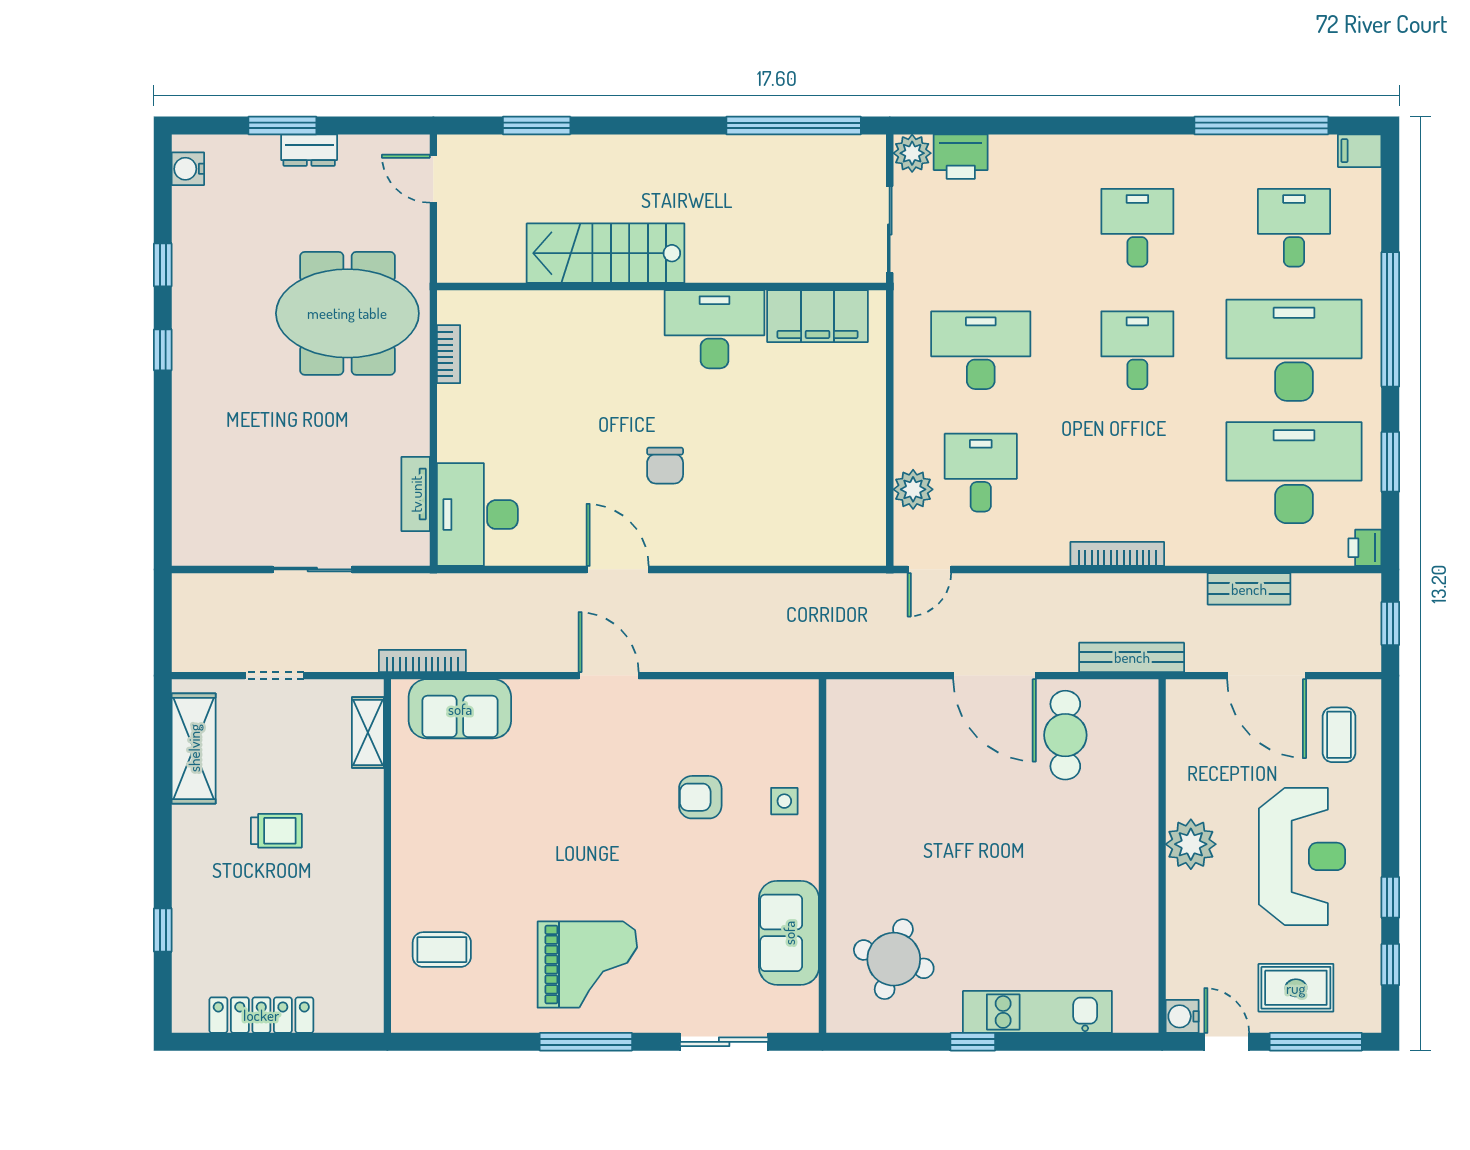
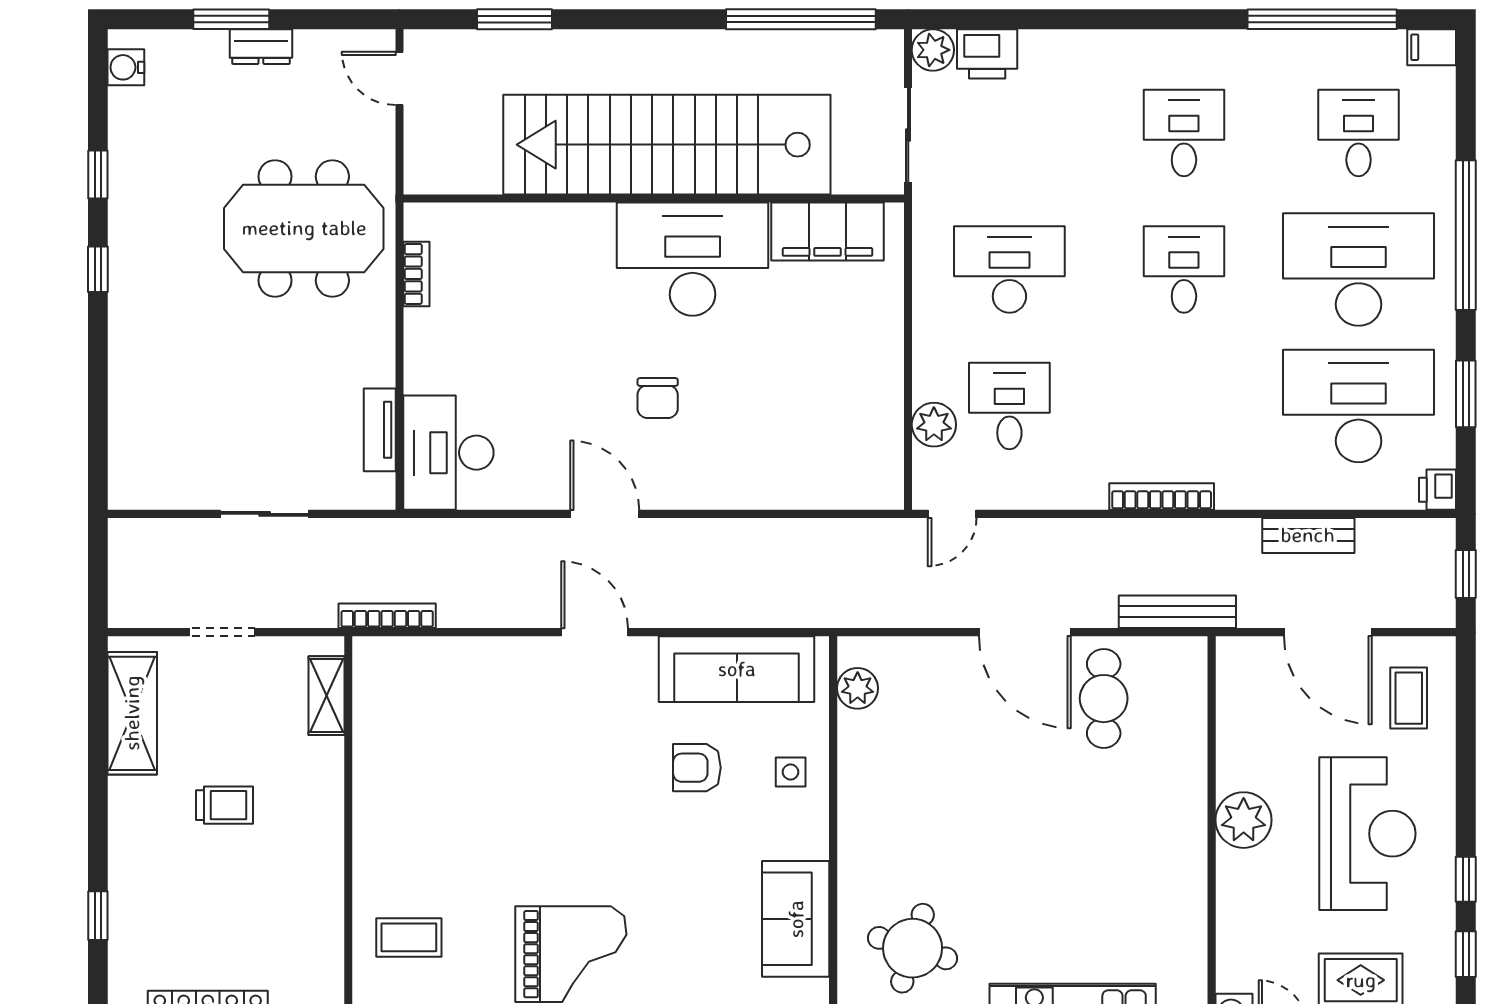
stairs: (606, 253) -> (667, 145), width x1.86, depth x1.51
desk: (715, 329) -> (693, 259), width x1.36, depth x1.30
sofa: (460, 709) -> (737, 669), moved, width x1.36
plant: (844, 726) -> (858, 688), added

